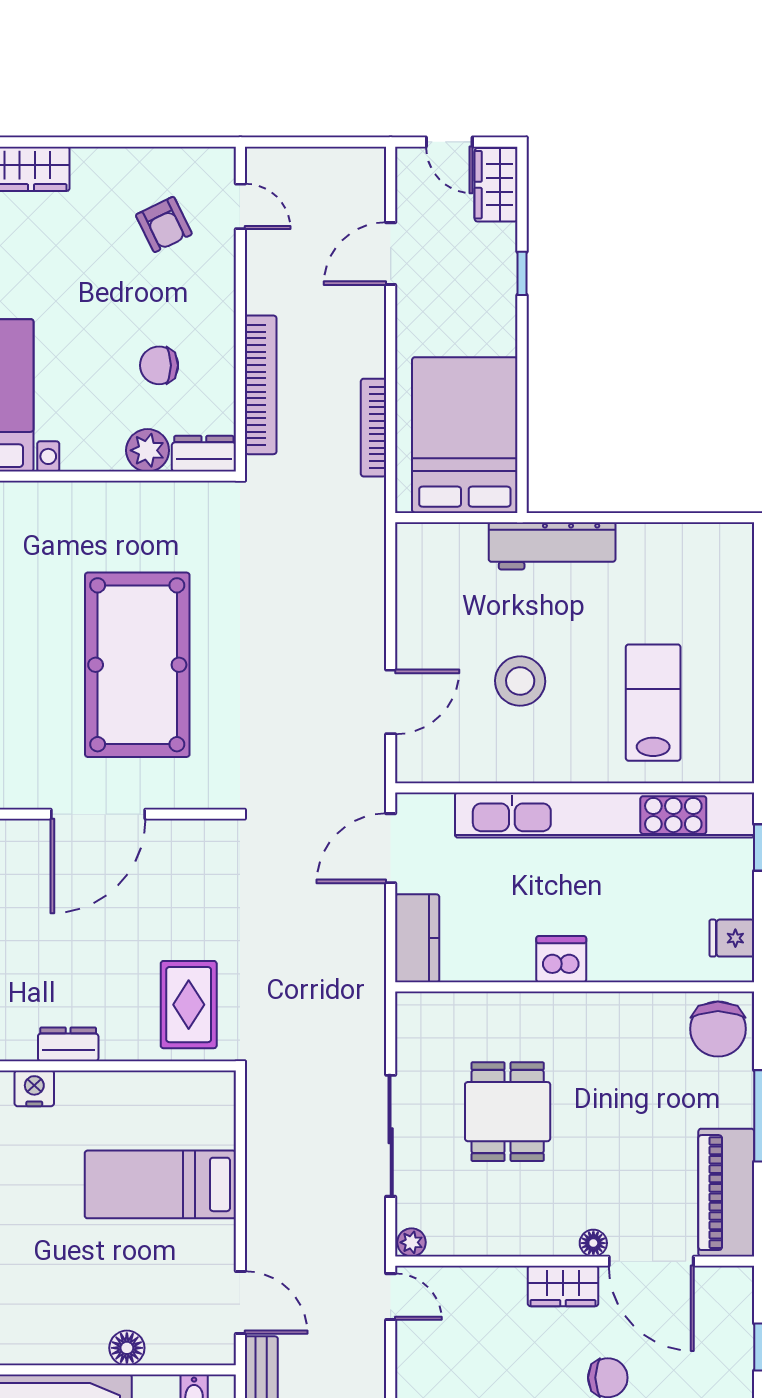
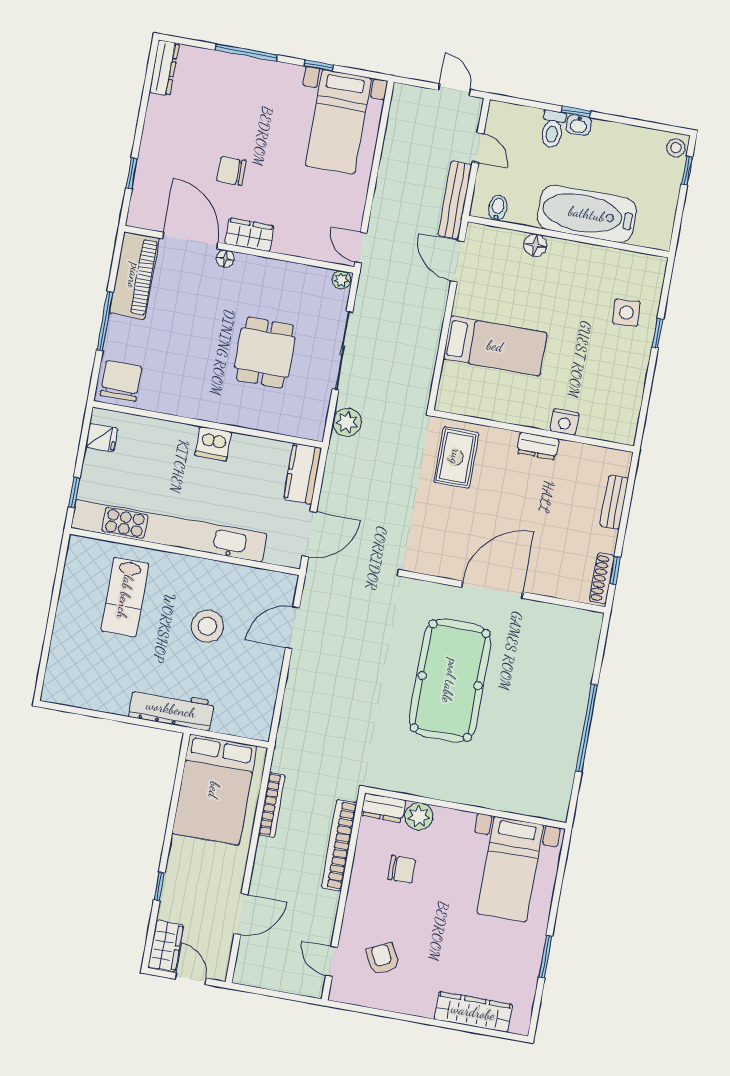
plant: (364, 1028) -> (347, 422), added

